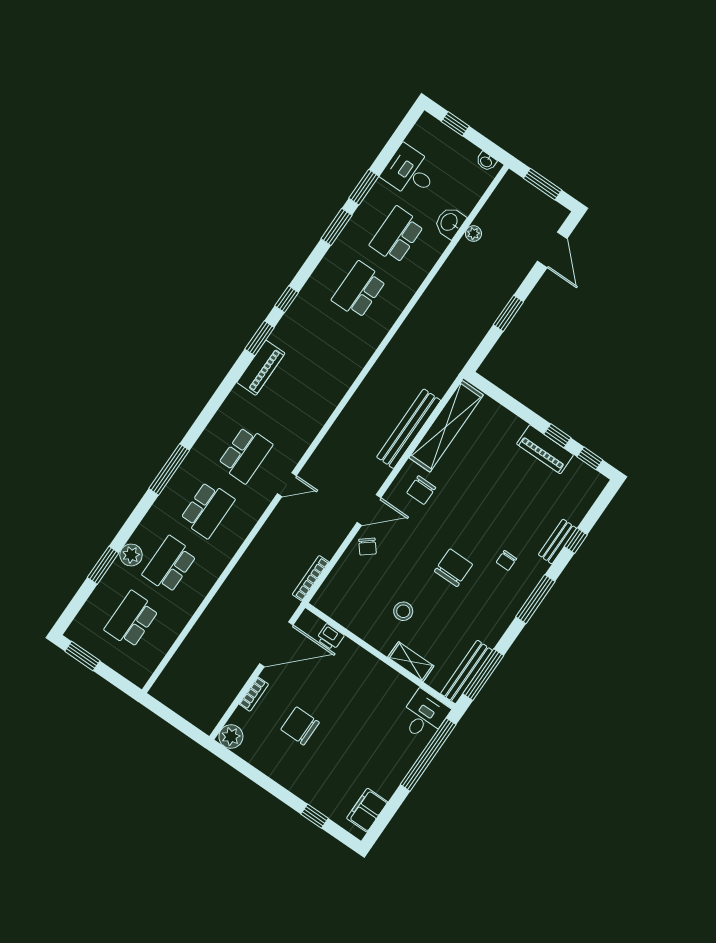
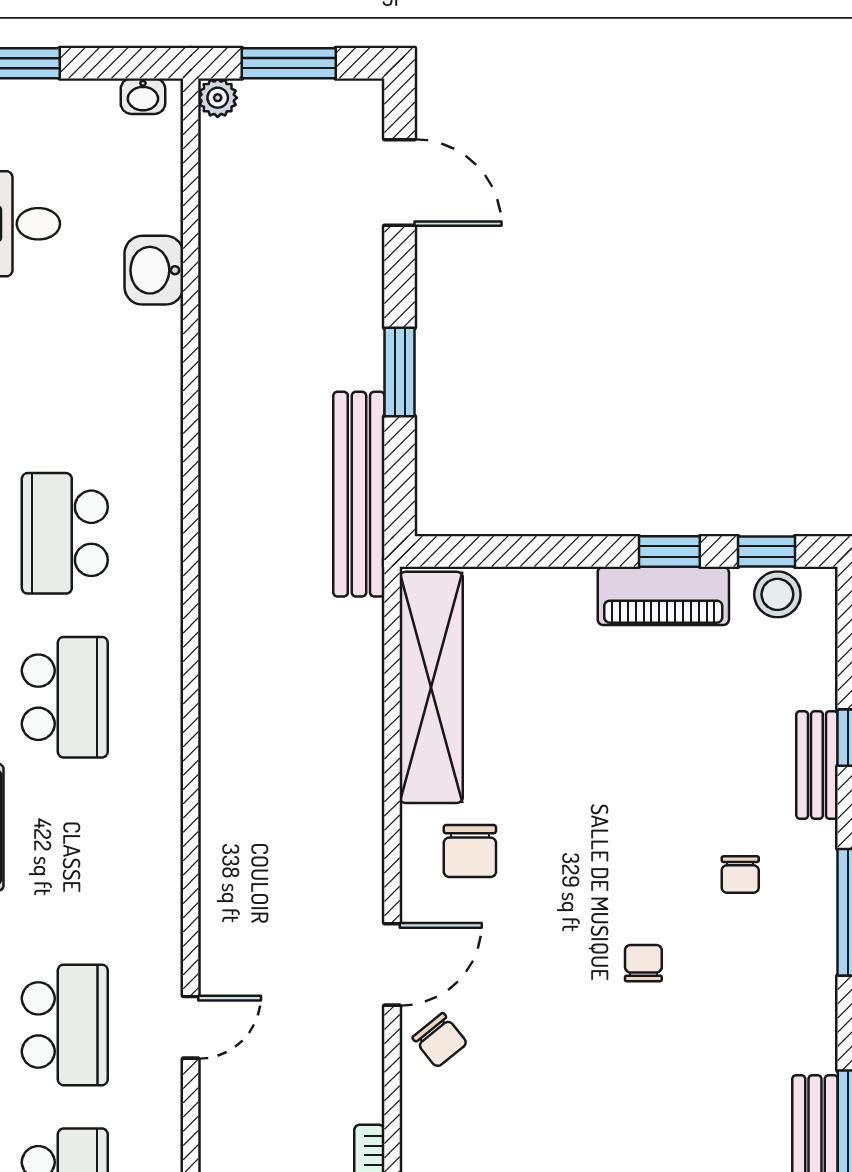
plant: (473, 234) -> (218, 98), moved
school desk: (397, 235) -> (65, 697), moved, turned 180
bench: (409, 429) -> (359, 494), moved
chair: (453, 568) -> (643, 963), width x0.54, depth x0.54
stool: (403, 611) -> (777, 594), moved

